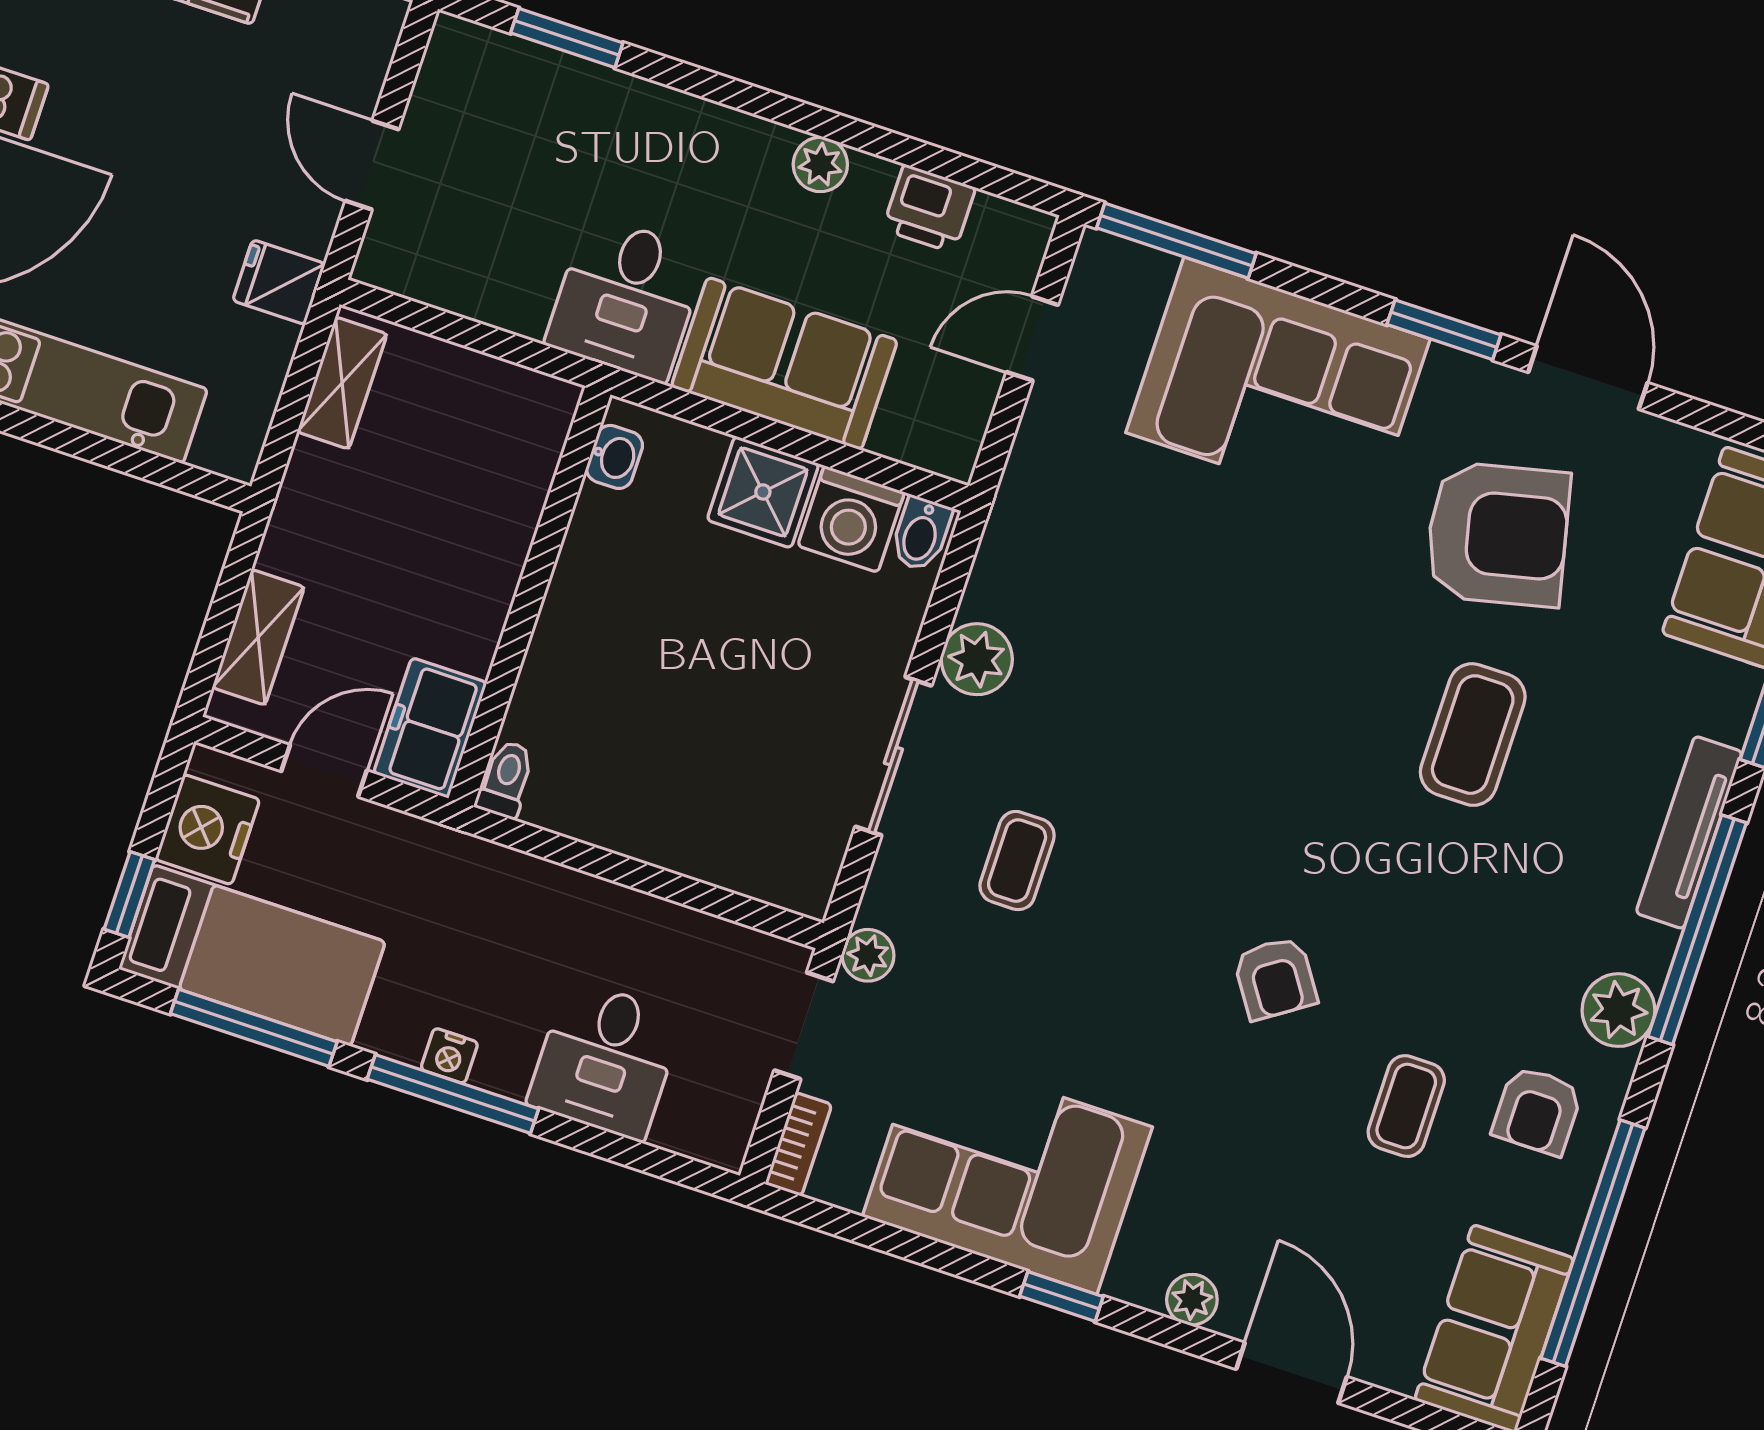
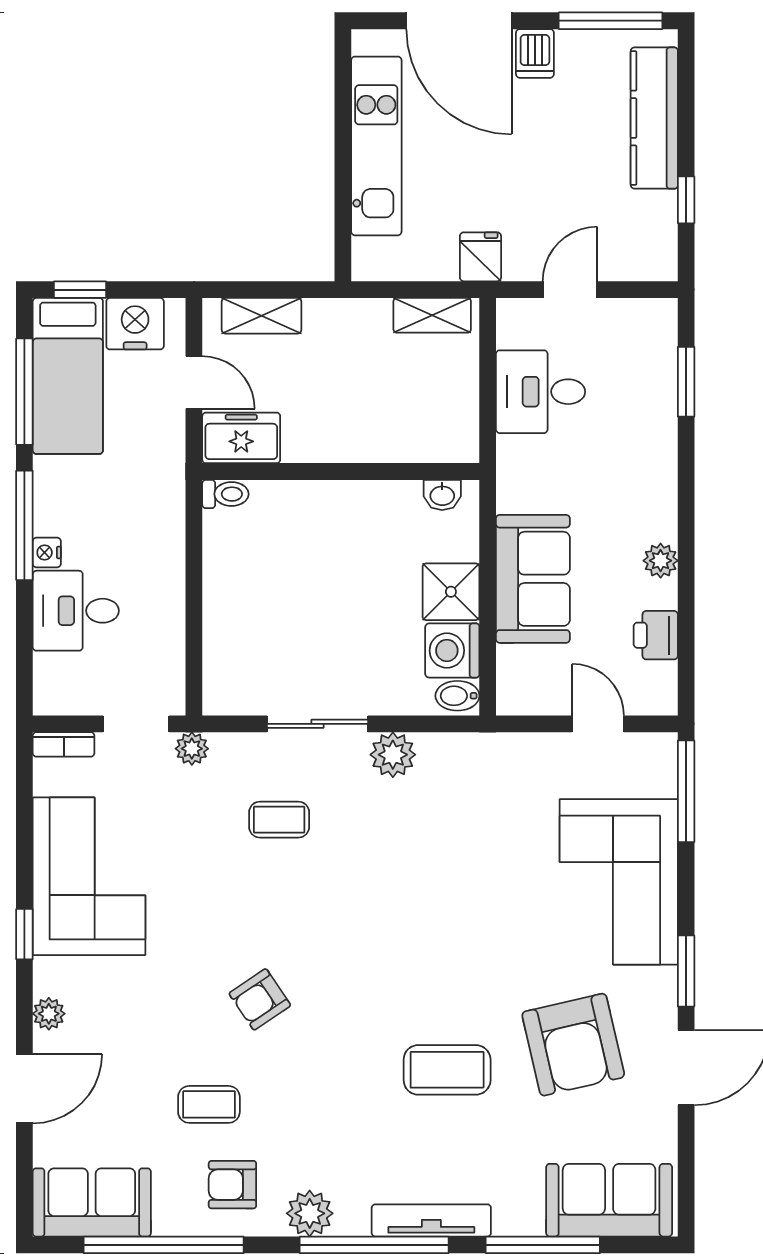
desk: (626, 298) -> (540, 392), moved
nightstand: (449, 1056) -> (47, 553), moved

